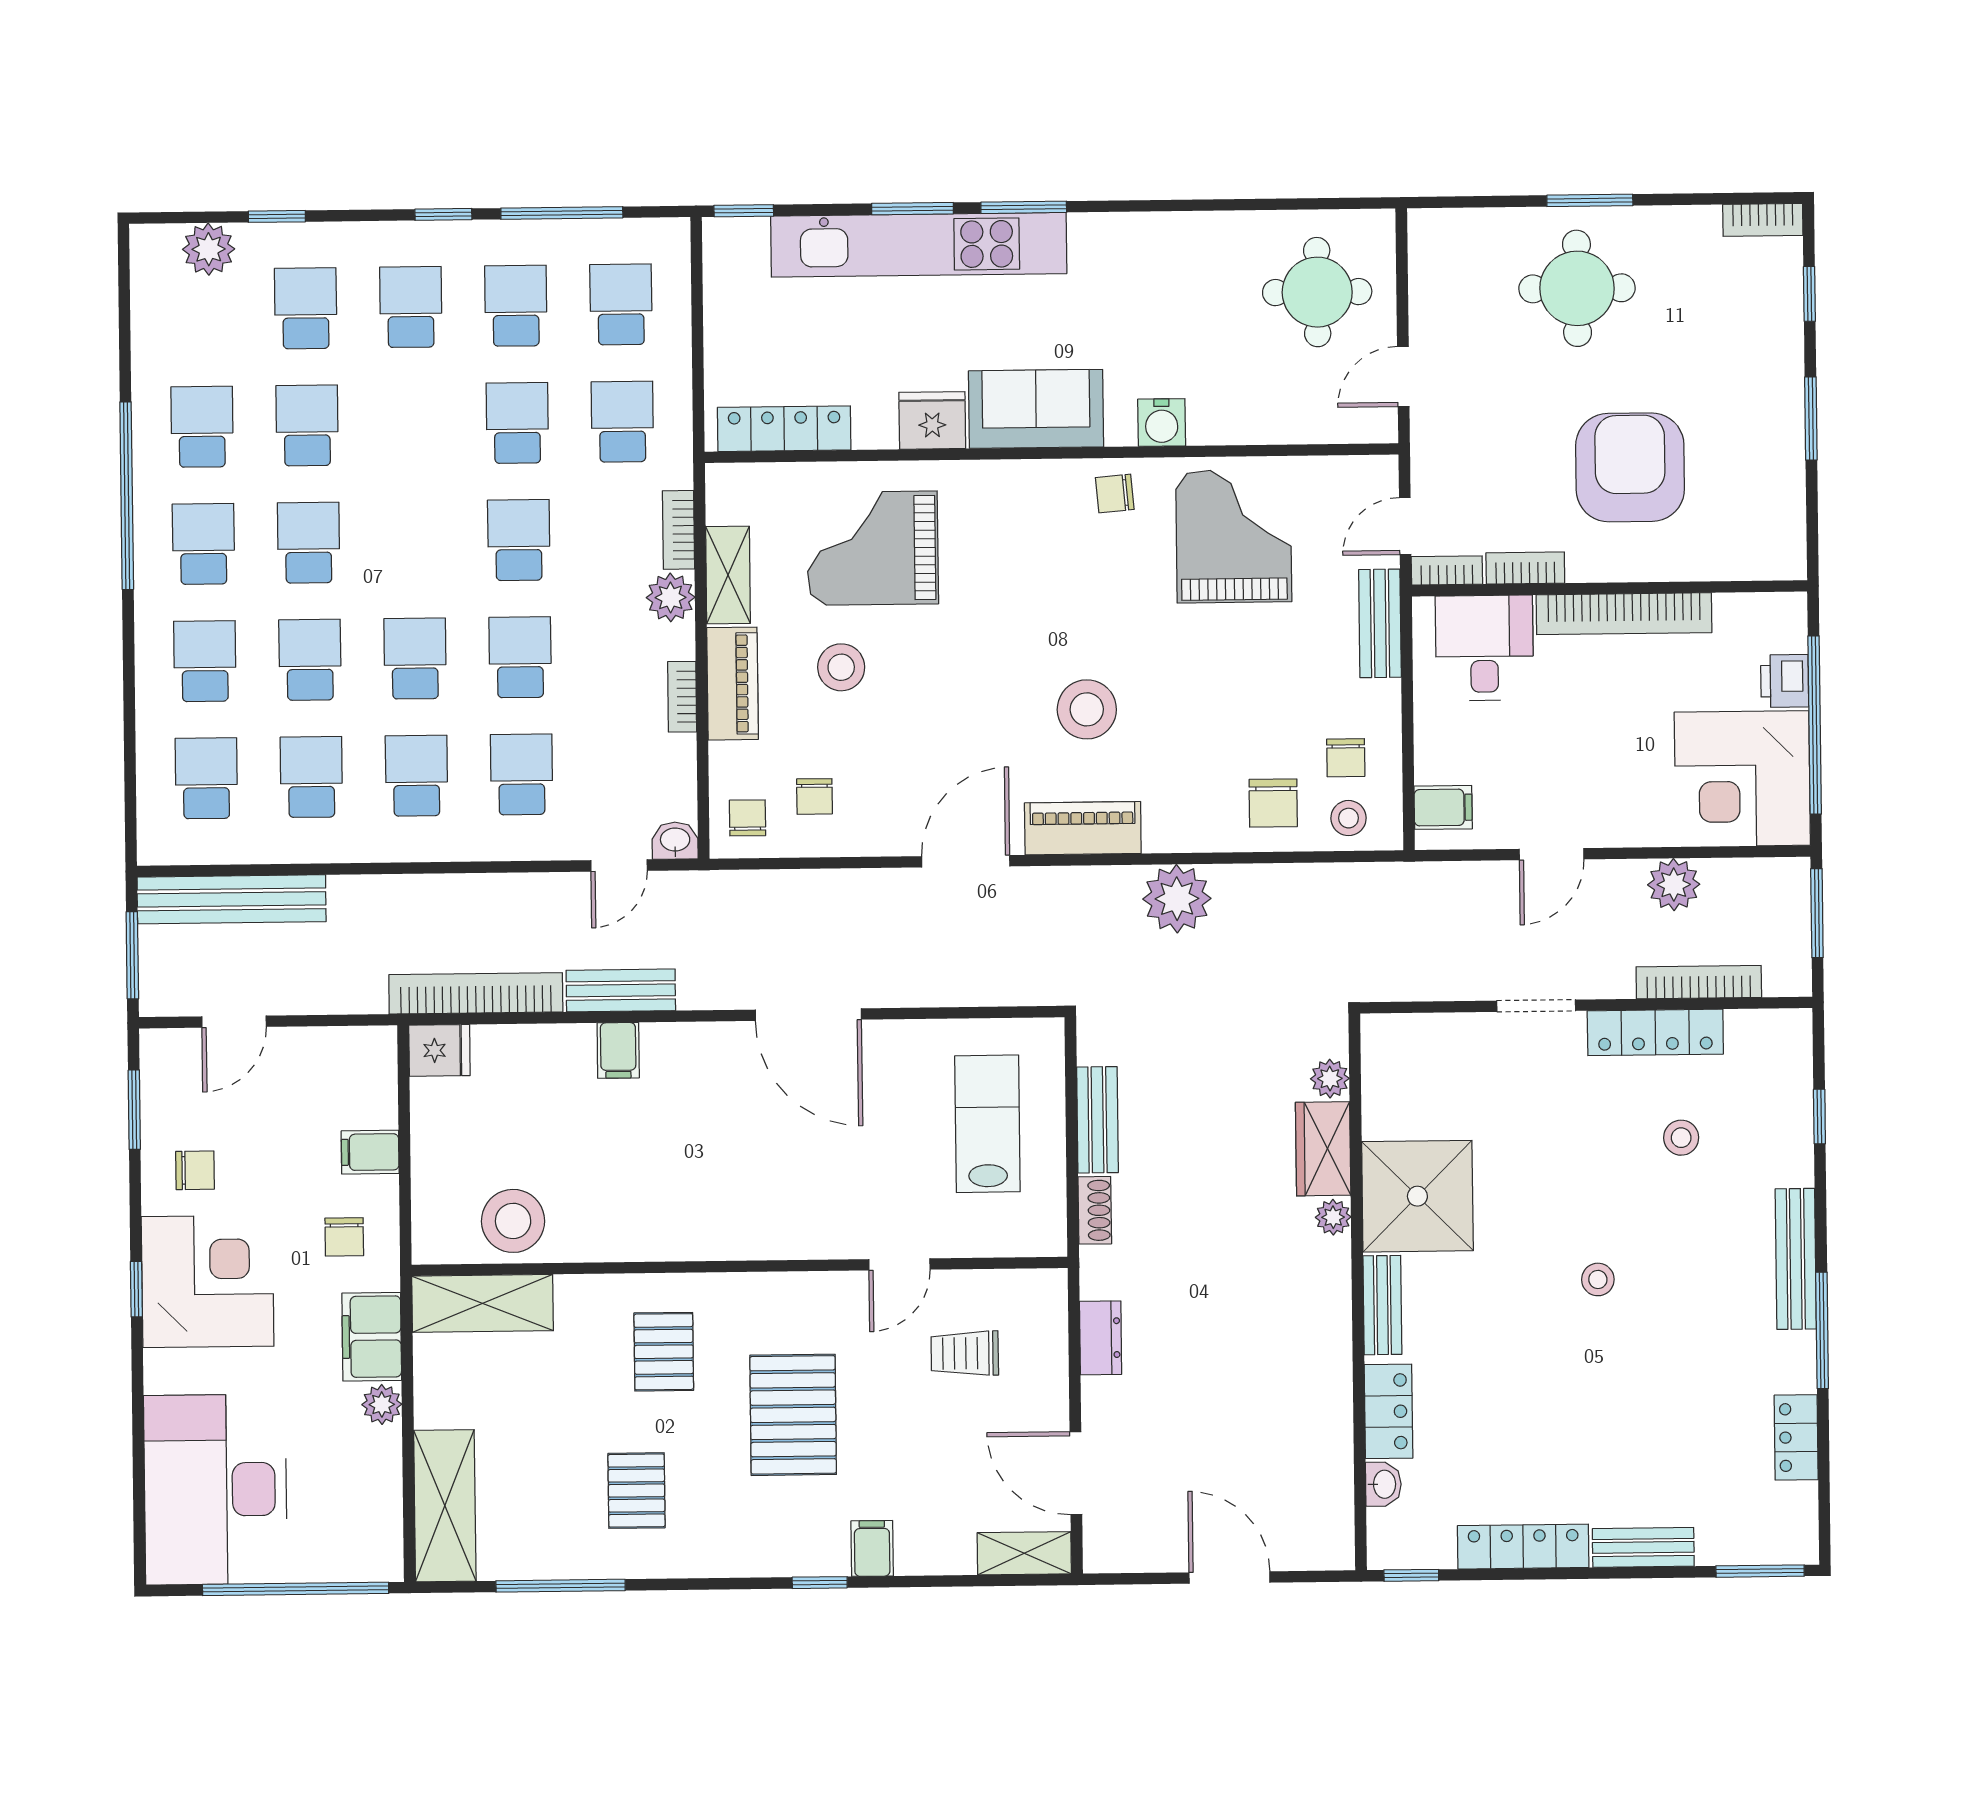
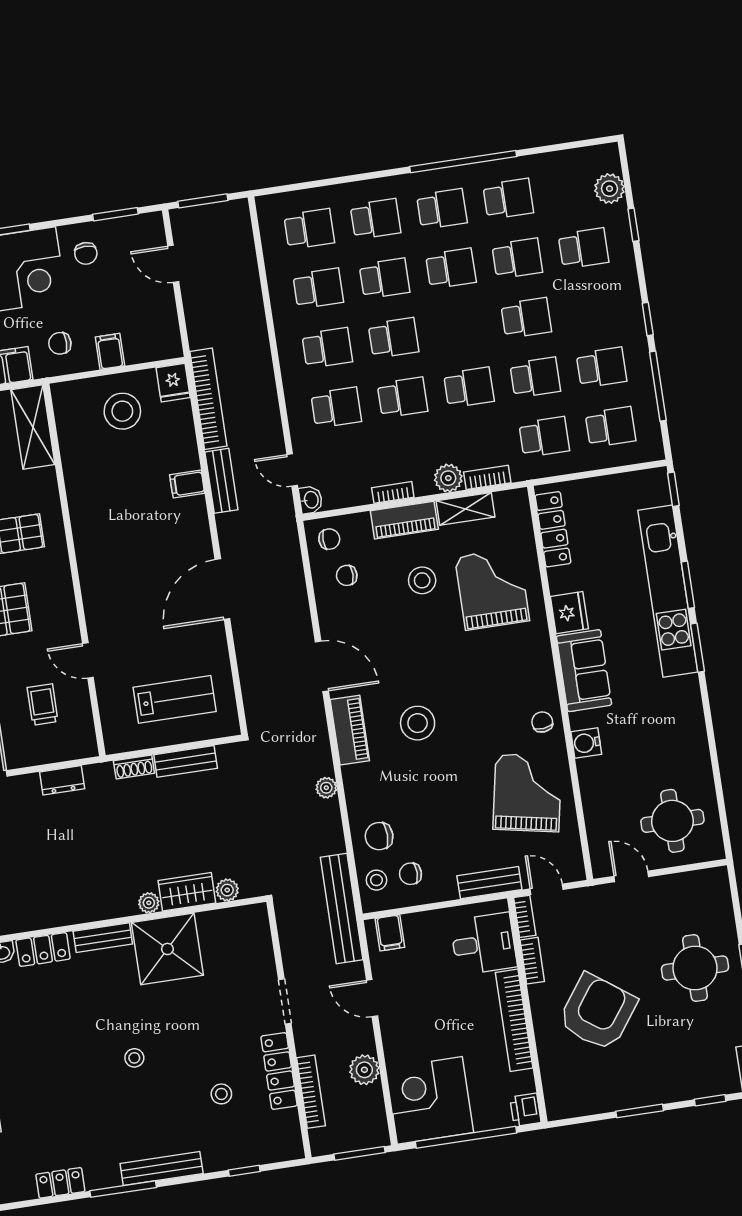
school desk: (411, 307) -> (526, 318), moved
armchair: (1630, 467) -> (598, 1012), turned -54
grand piano: (1234, 536) -> (527, 793), turned -79
printer: (1785, 681) -> (525, 1110), moved, turned -90
bench: (232, 899) -> (342, 909), moved
plant: (1177, 899) -> (326, 788), width x0.53, depth x0.53
stool: (513, 1221) -> (122, 411), moved

